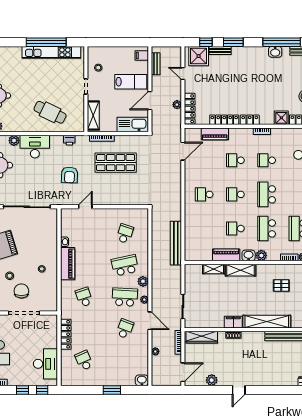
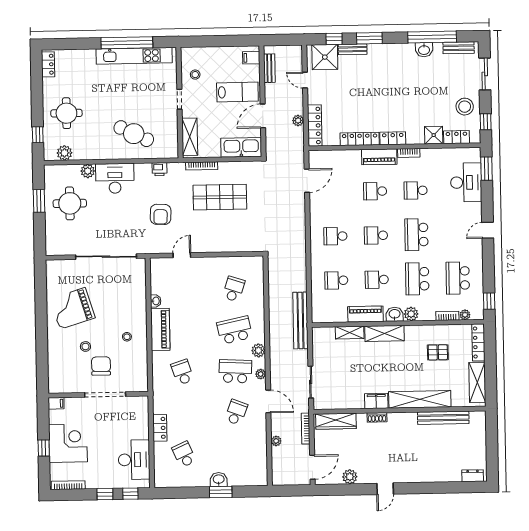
piano: (215, 134) -> (379, 157), moved
school desk: (204, 228) -> (336, 280), added
bench: (176, 243) -> (300, 320), moved
locker: (66, 334) -> (160, 428), width x0.66
washbasin: (142, 380) -> (219, 480), moved

